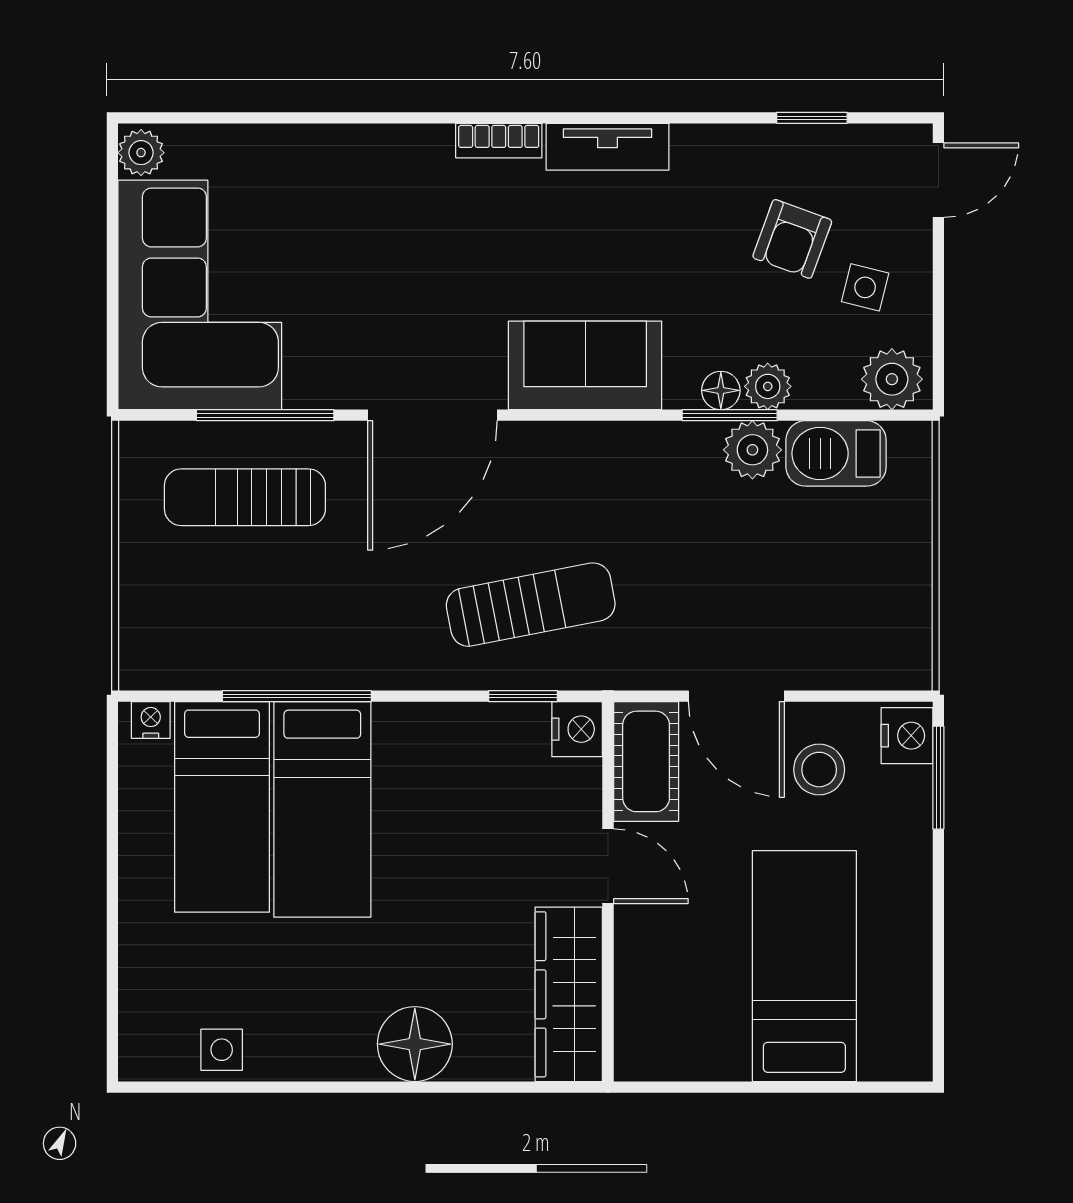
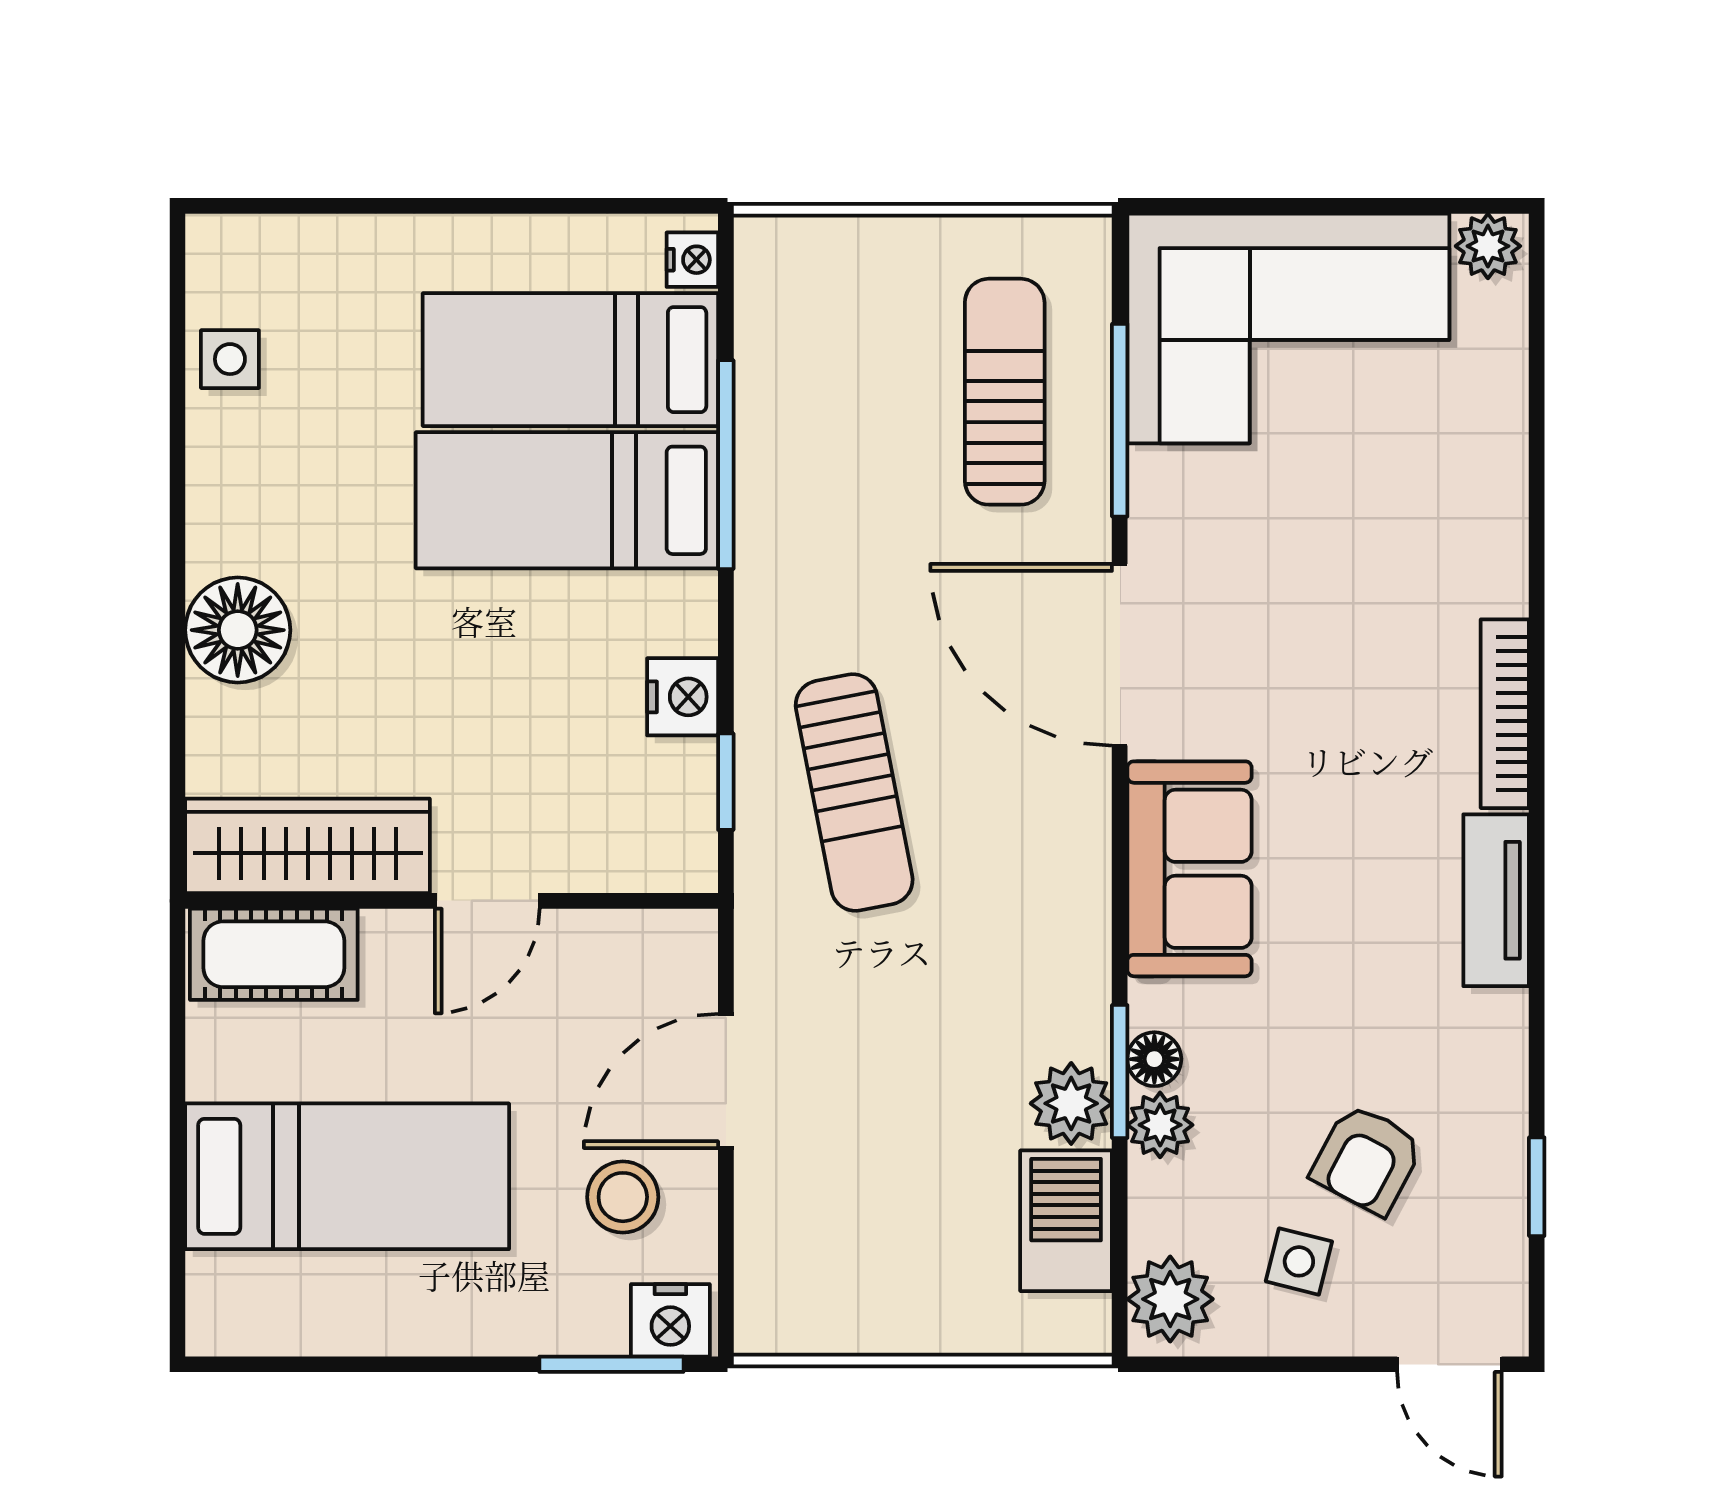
bookcase: (499, 141) -> (1505, 714), width x1.56
armchair: (792, 239) -> (1367, 1159), turned -82
nightstand: (577, 729) -> (683, 697), moved, turned -90
cot: (646, 761) -> (274, 954), moved

